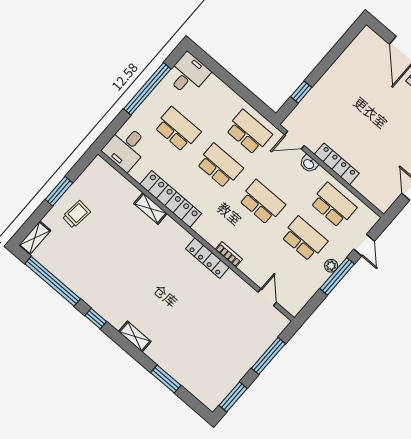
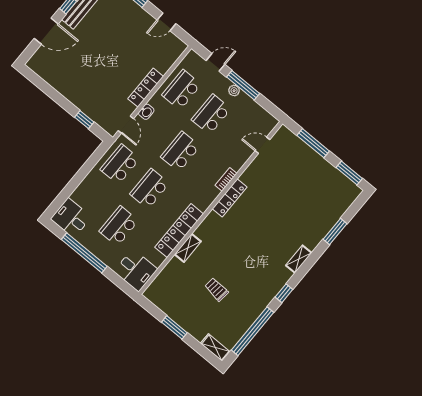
trolley: (76, 214) -> (217, 289), moved

